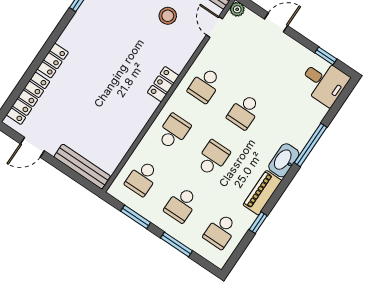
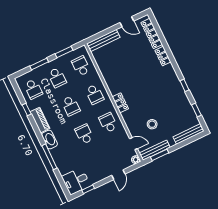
door: (32, 147) -> (127, 22), swing flipped
school desk: (181, 205) -> (57, 78), turned 180
school desk: (221, 231) -> (33, 89), turned 180

